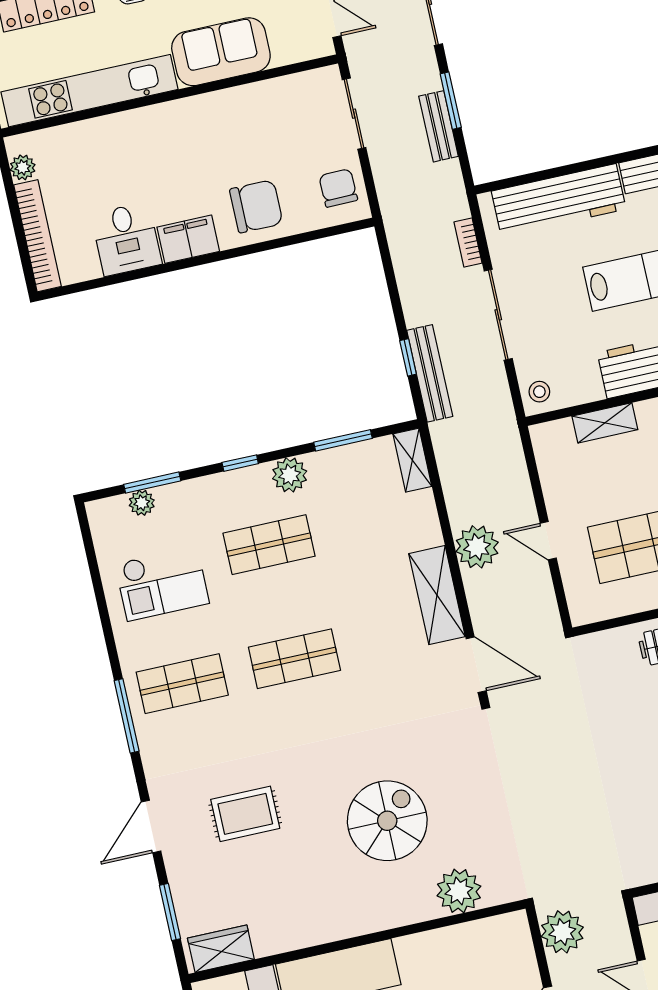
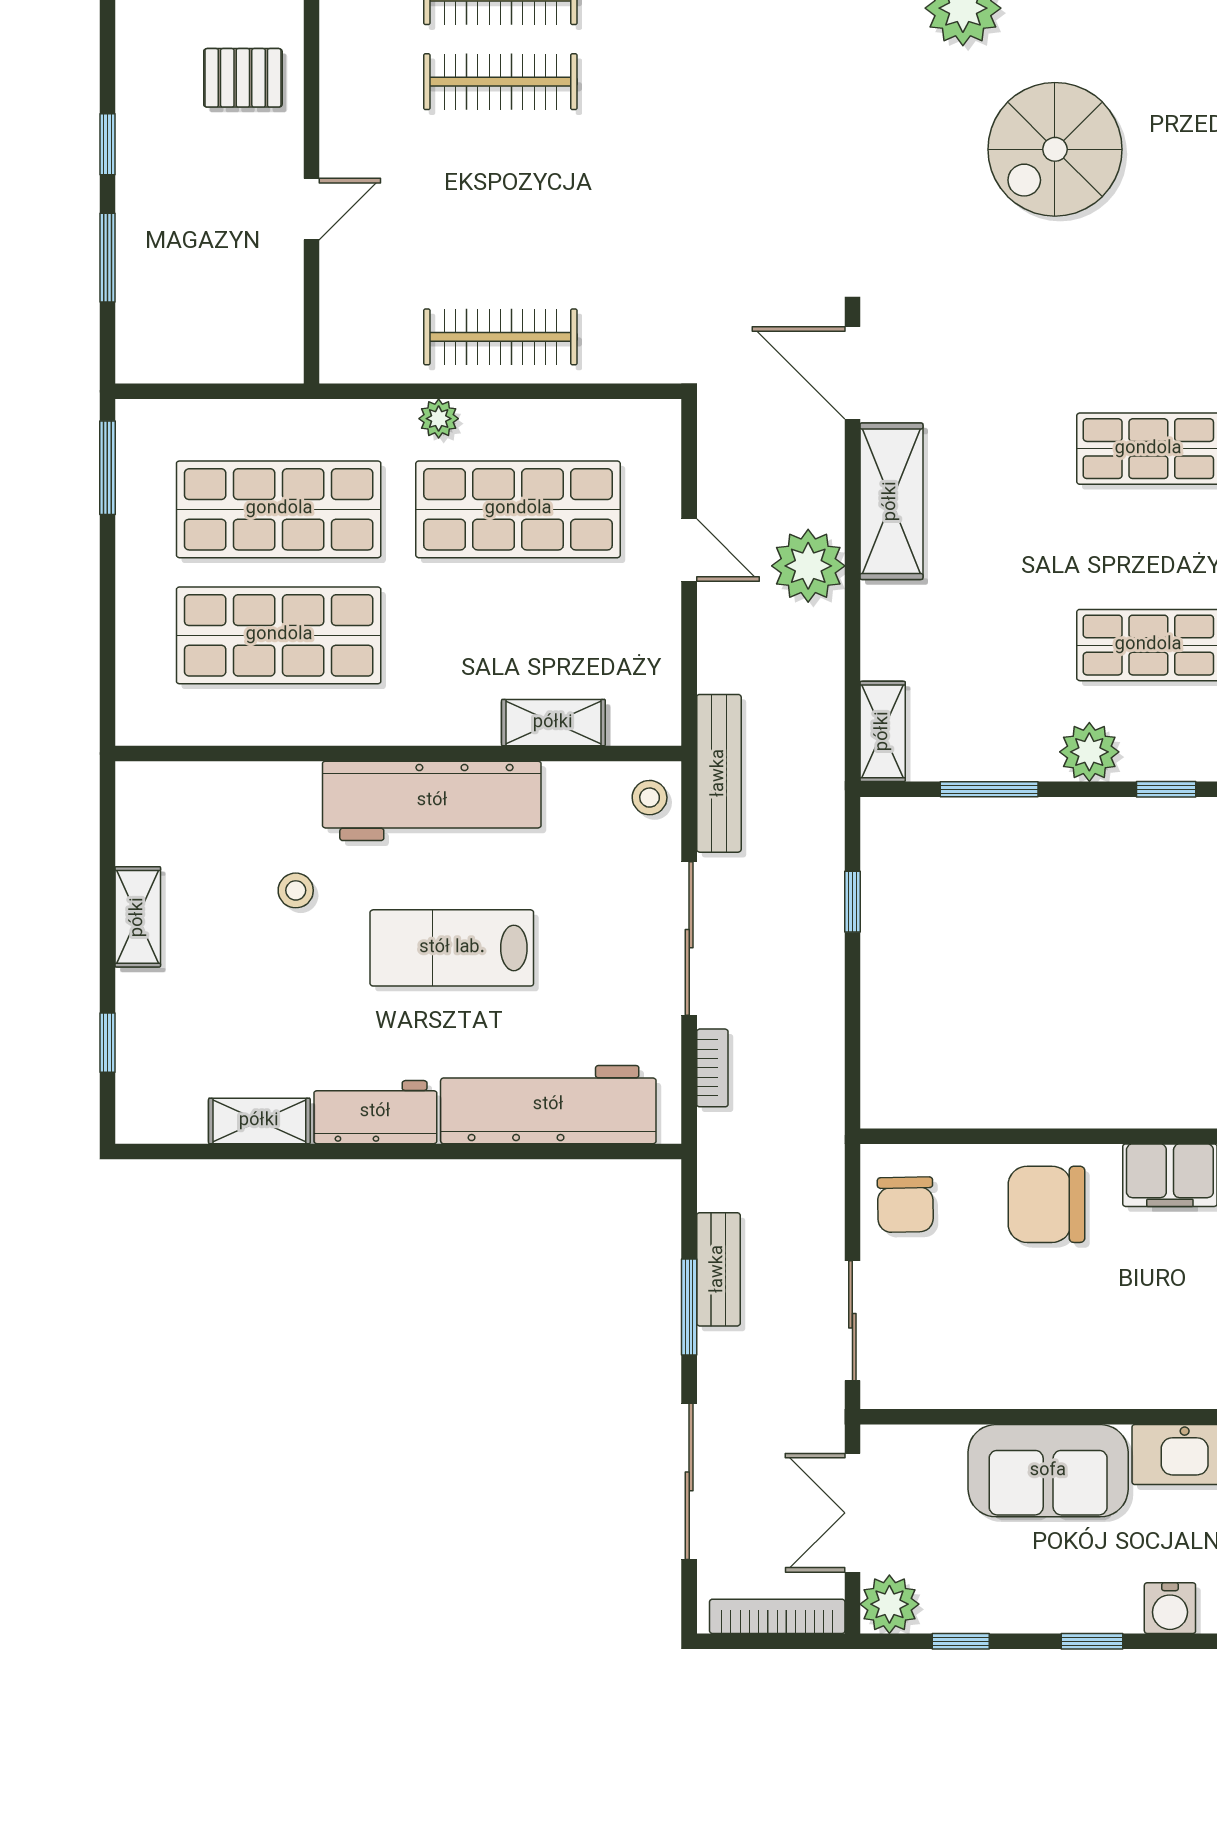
bench: (430, 373) -> (719, 773), moved

